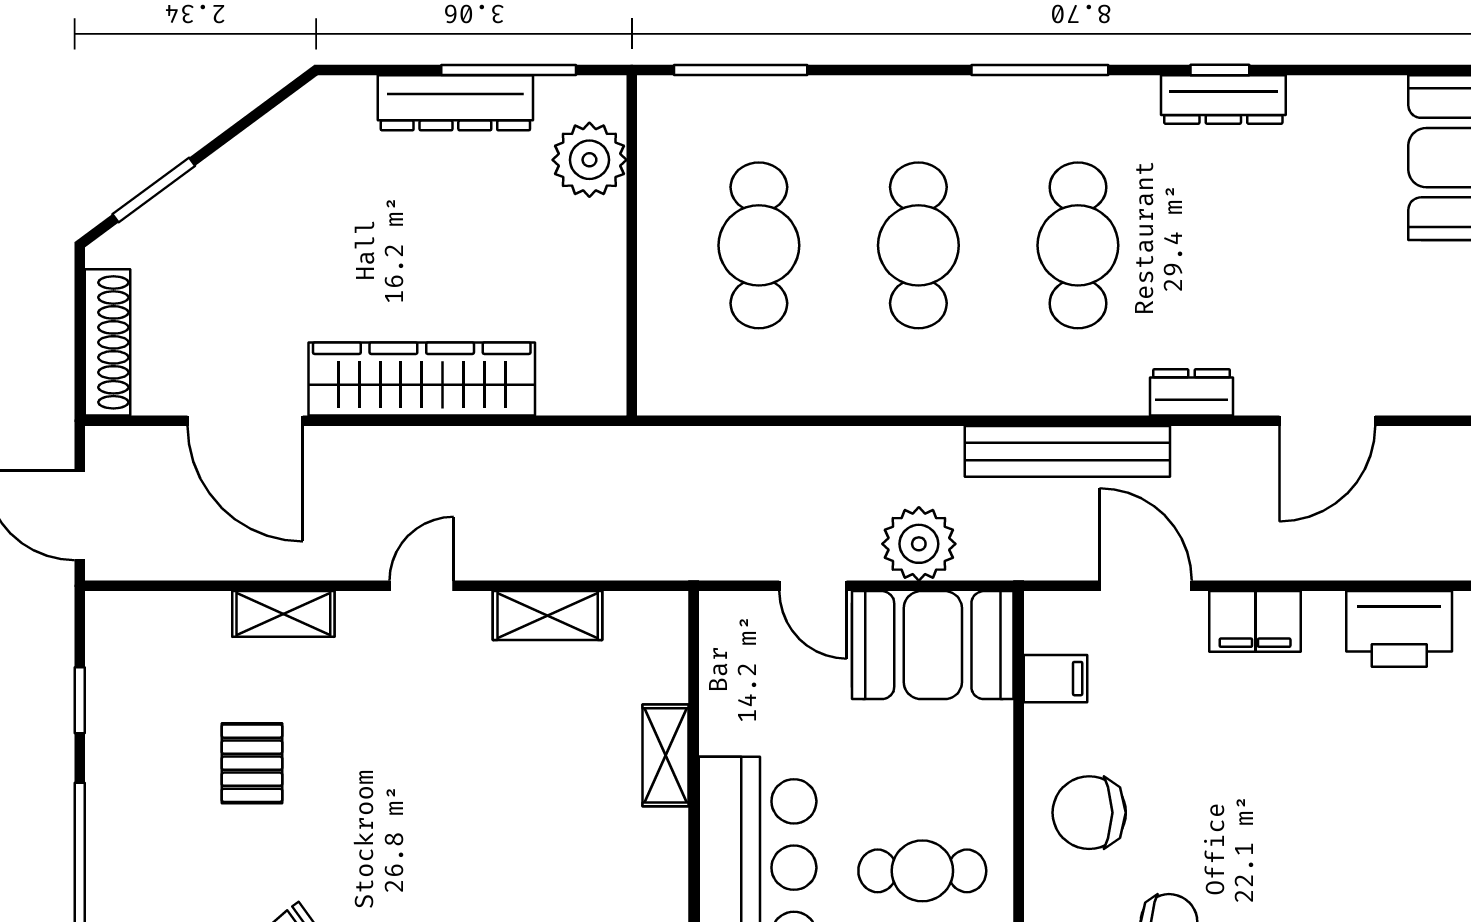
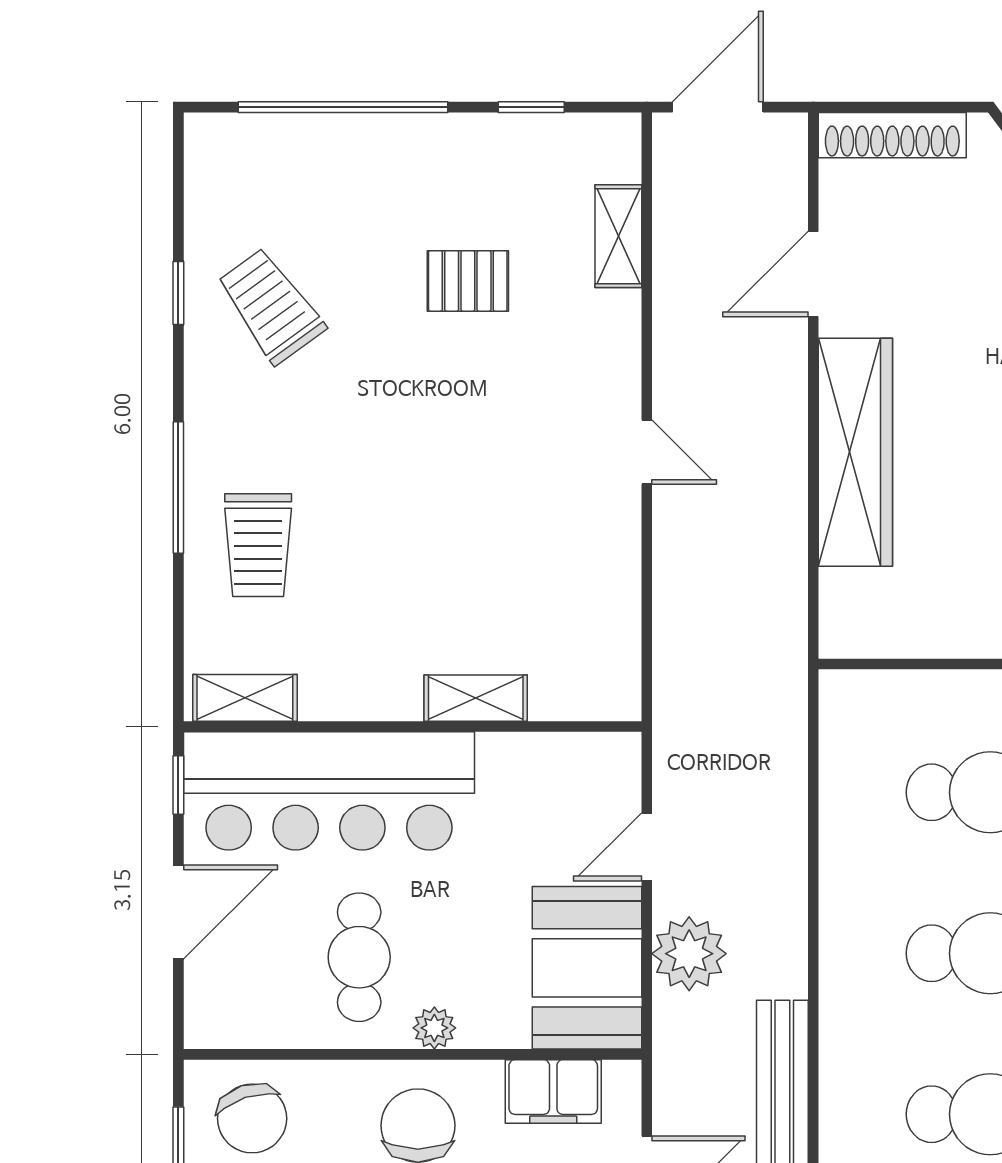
door: (245, 421) -> (813, 274), width x0.73
shelving: (283, 614) -> (618, 236), moved
shelving: (548, 616) -> (617, 579), removed
filing cabinet: (1055, 679) -> (553, 1092), width x2.00
plant: (992, 796) -> (434, 1028), added

